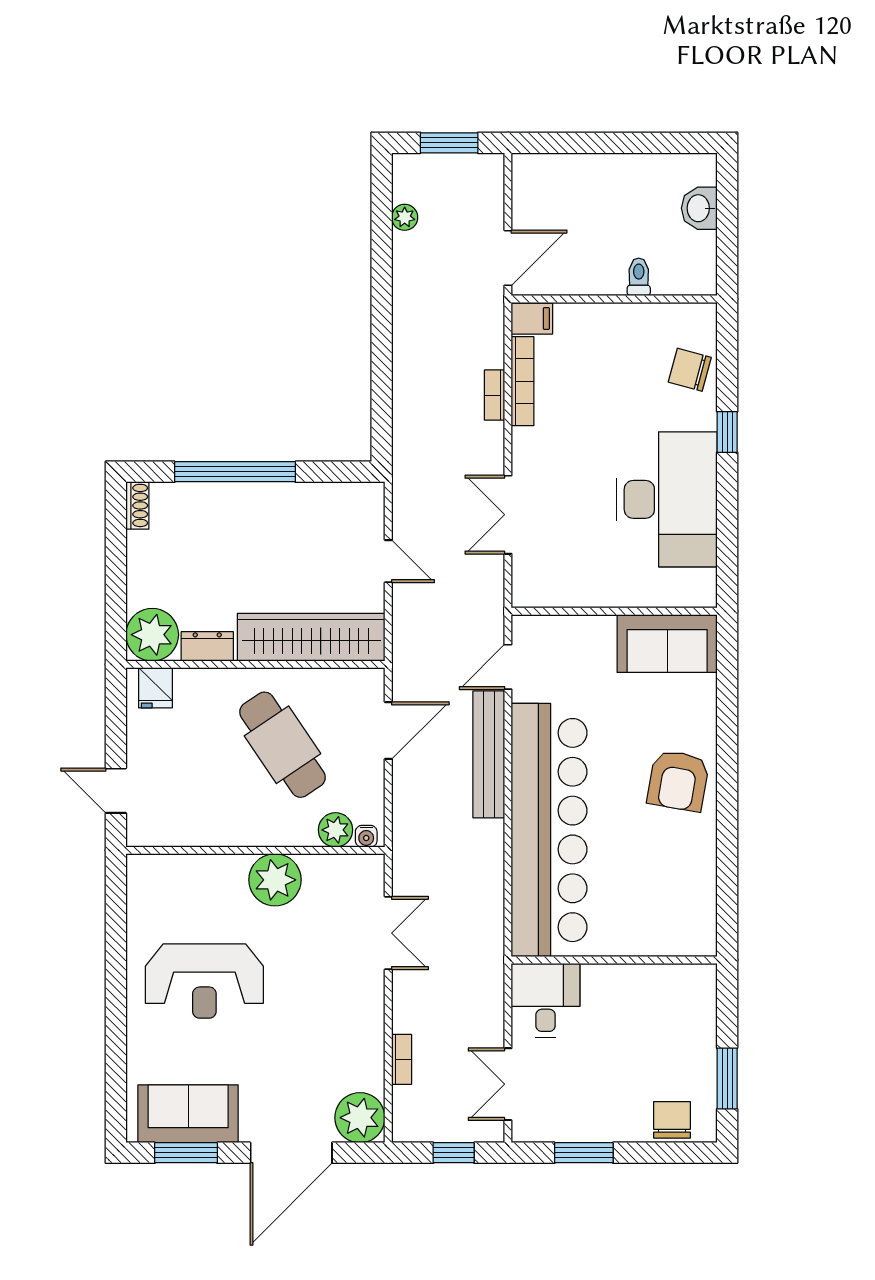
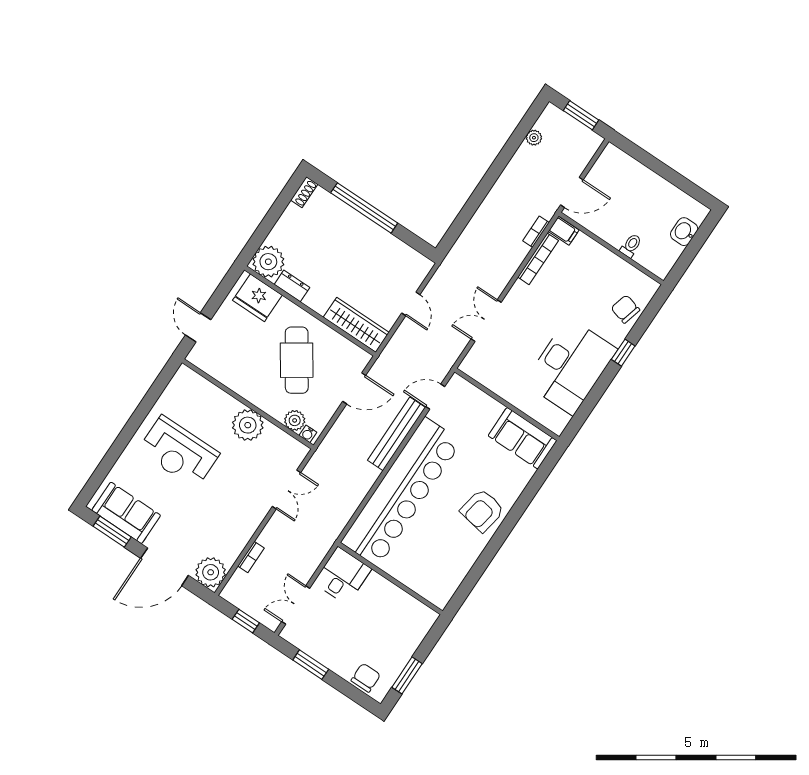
bookcase: (495, 395) -> (536, 232), moved
wardrobe: (311, 637) -> (356, 325), width x0.71, depth x0.85
fridge: (155, 688) -> (257, 298), width x1.88, depth x1.34

